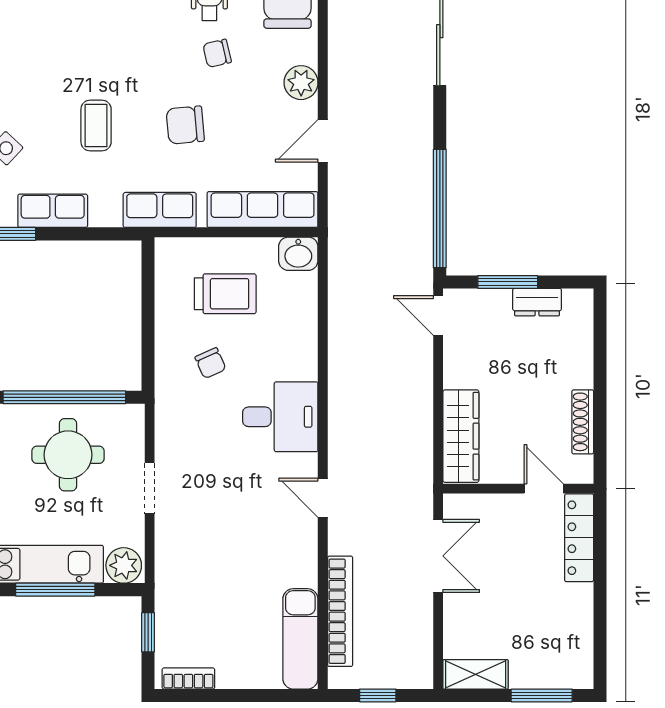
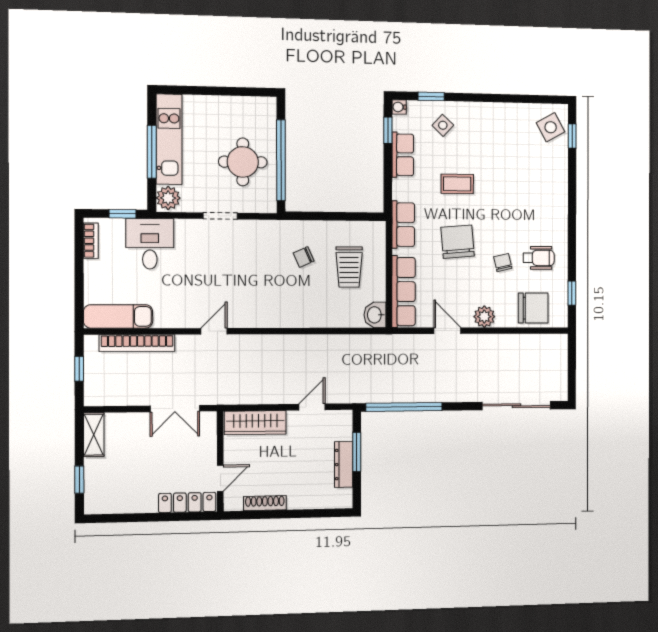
chair: (185, 125) -> (458, 242), width x1.37, depth x1.37
dresser: (537, 302) -> (344, 464), width x1.44
door: (438, 316) -> (312, 407), moved
desk: (280, 417) -> (150, 244), moved, turned 180
window: (542, 695) -> (79, 480), width x0.67

